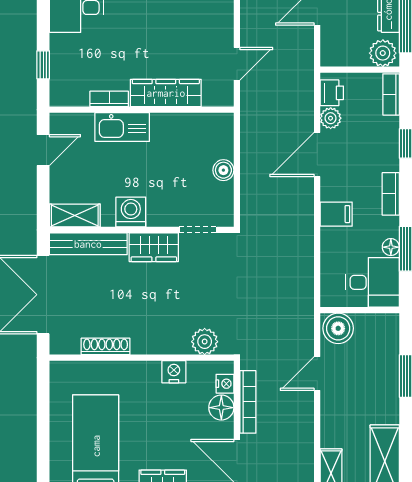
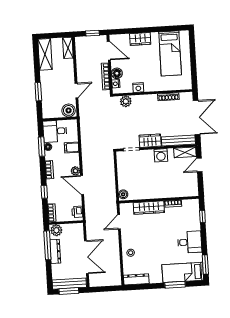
plant: (331, 118) -> (75, 171), moved
kitchen sink: (122, 127) -> (167, 192), removed
door: (43, 150) -> (199, 165), moved
door: (317, 154) -> (82, 185), swing flipped
boiler: (223, 170) -> (123, 194), moved
filing cabinet: (336, 214) -> (72, 148), moved

